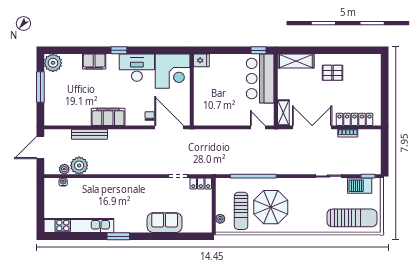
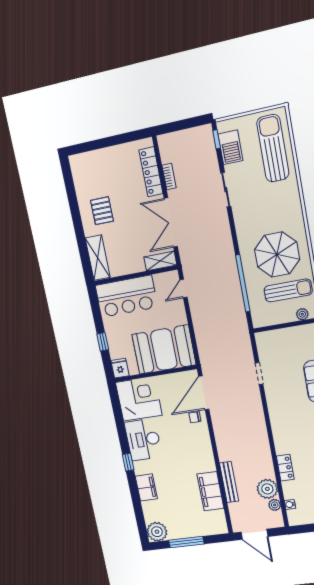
window: (259, 50) -> (103, 342), moved
booth: (211, 101) -> (164, 350), added
filing cabinet: (108, 117) -> (210, 491), moved
locker: (201, 184) -> (285, 468), moved

